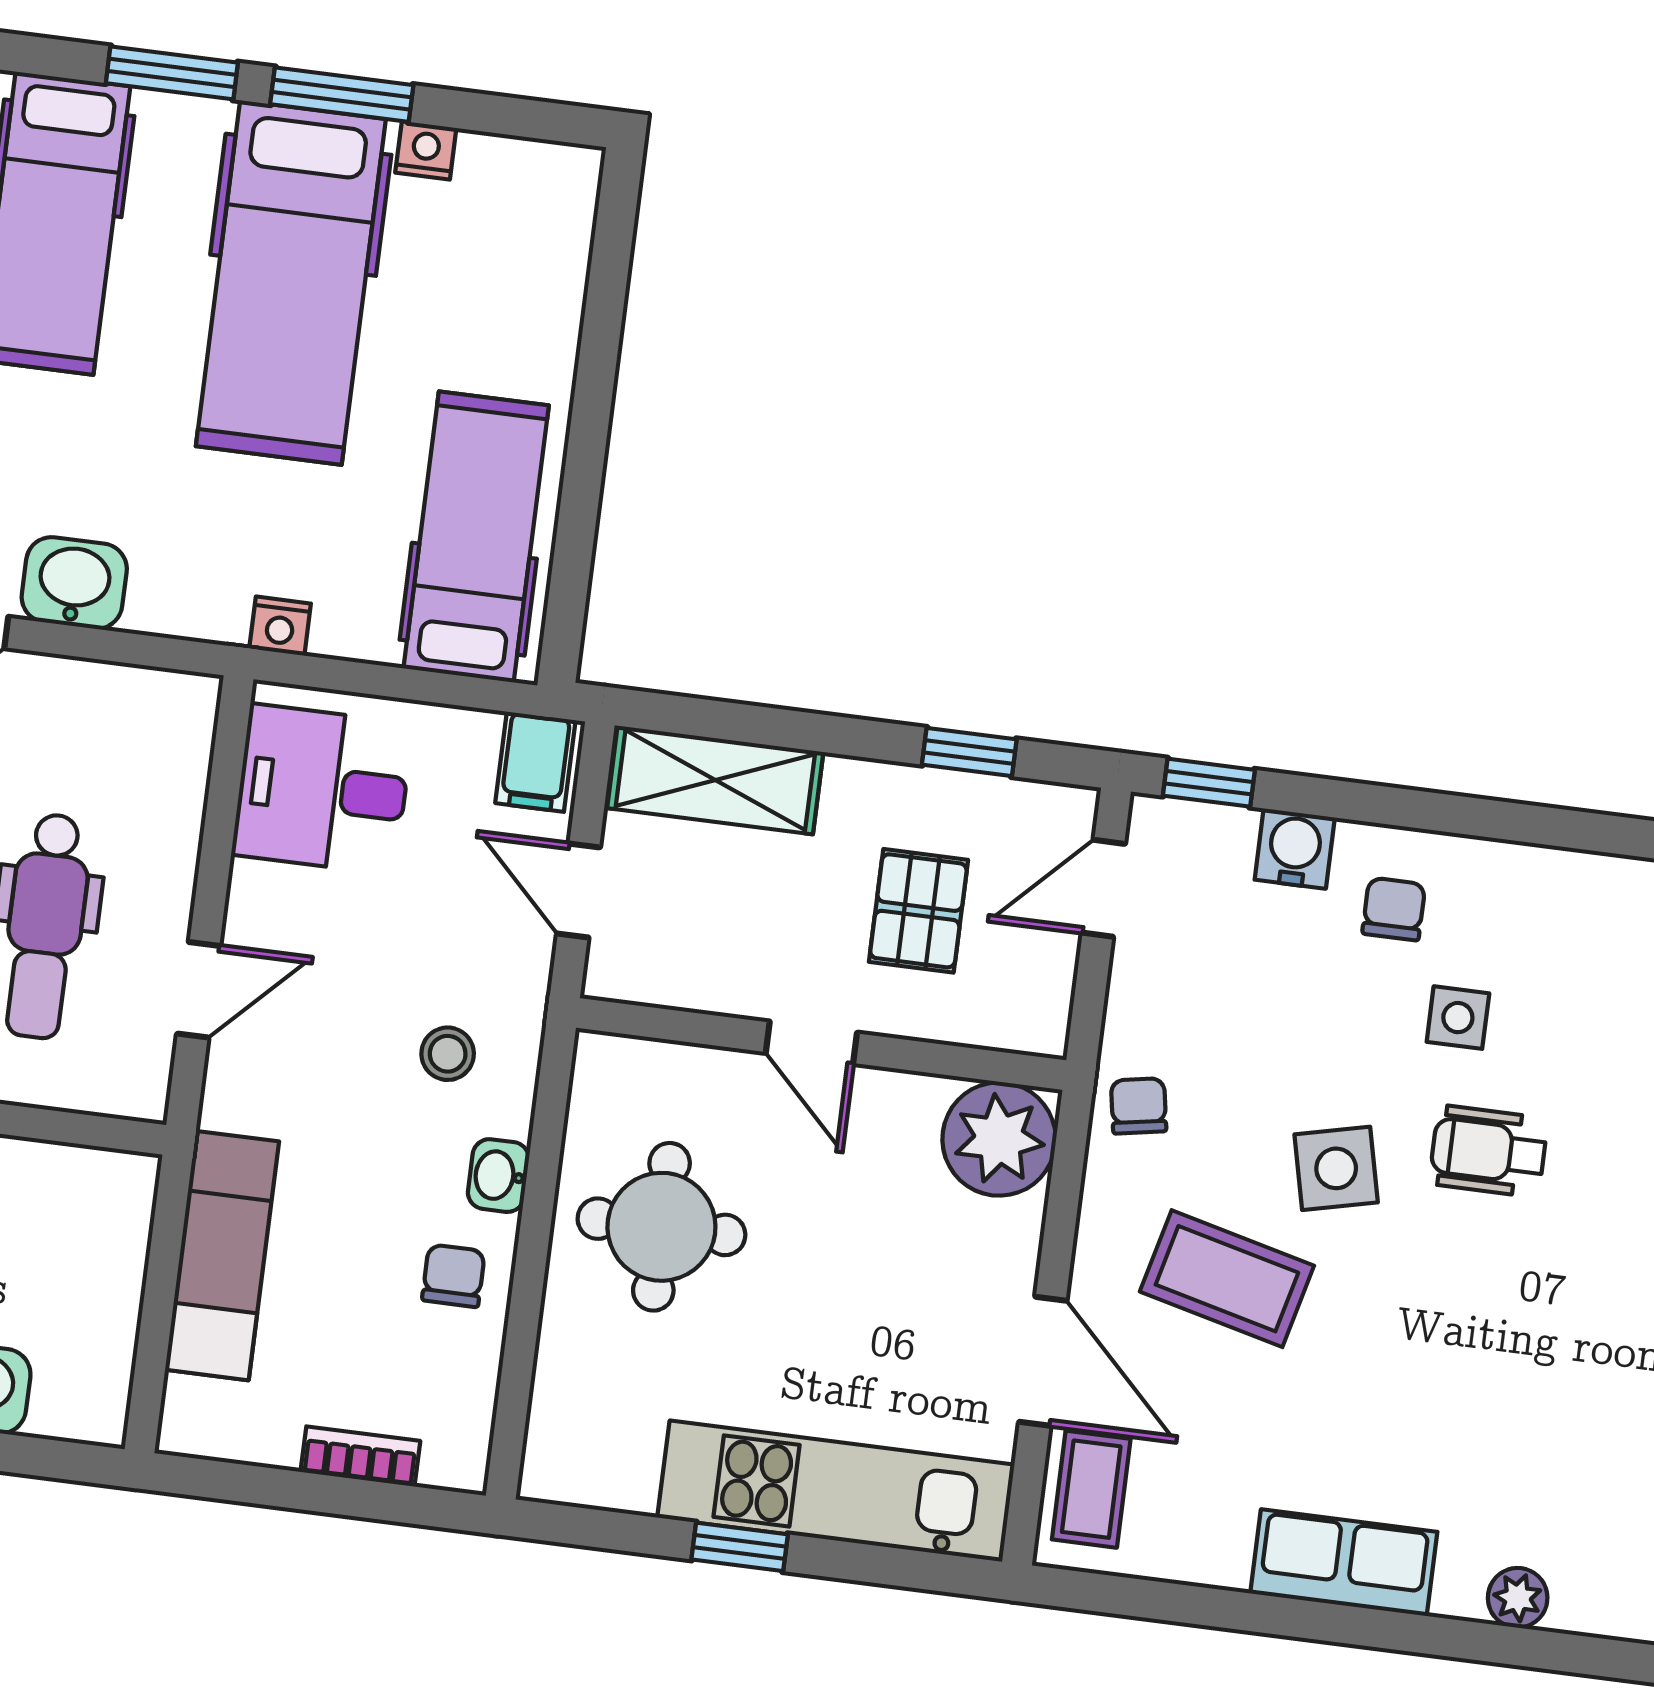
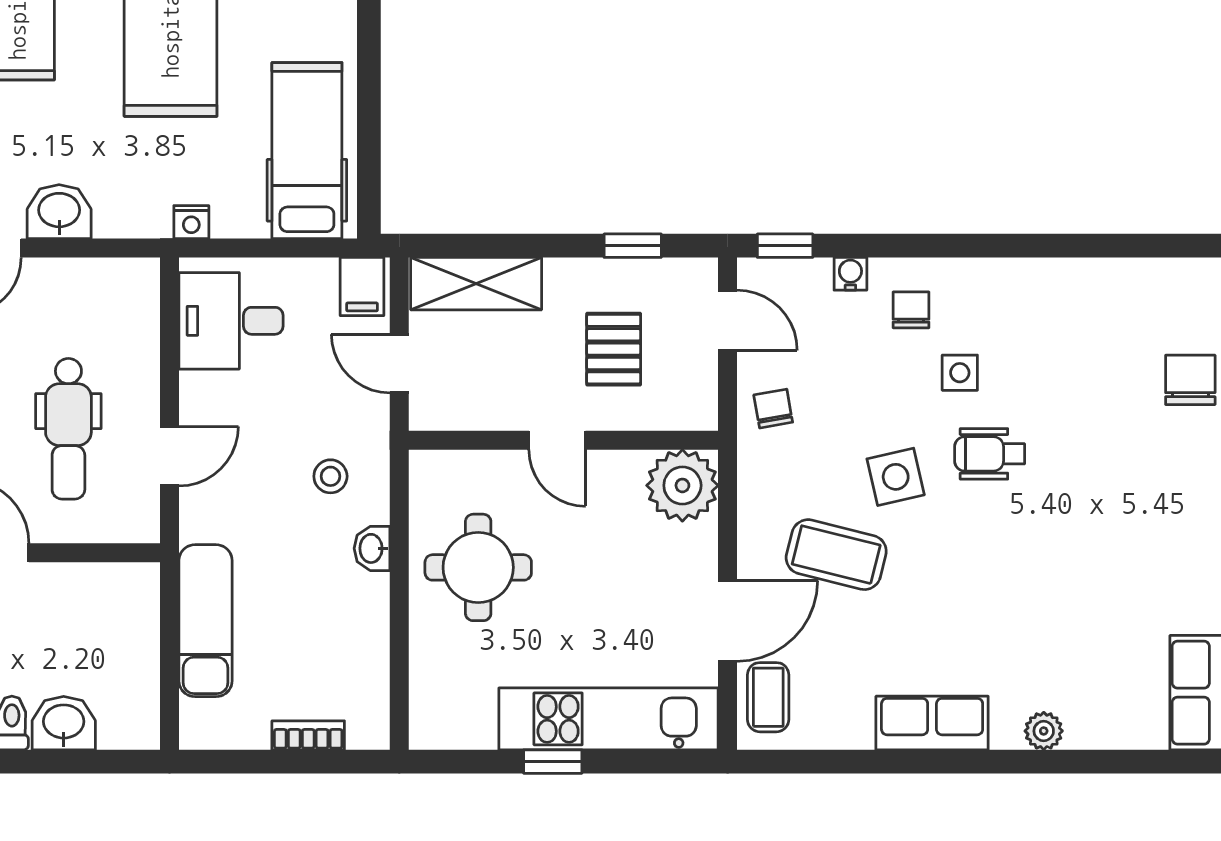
water cooler: (1295, 849) -> (850, 274), width x0.72, depth x0.72
door: (1103, 888) -> (728, 320), swing flipped
chair: (1139, 1106) -> (773, 409), moved
chair: (453, 1276) -> (352, 615), removed
door: (1043, 1361) -> (728, 621), hinge flipped

